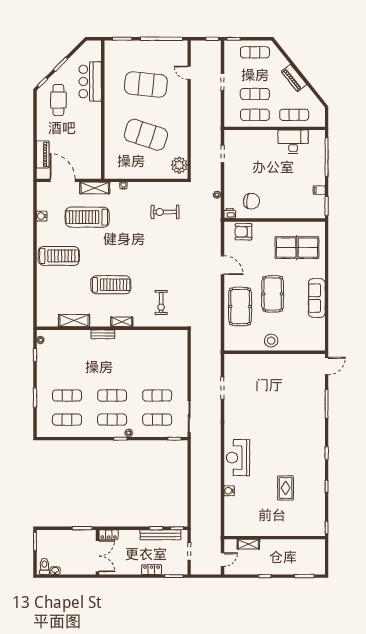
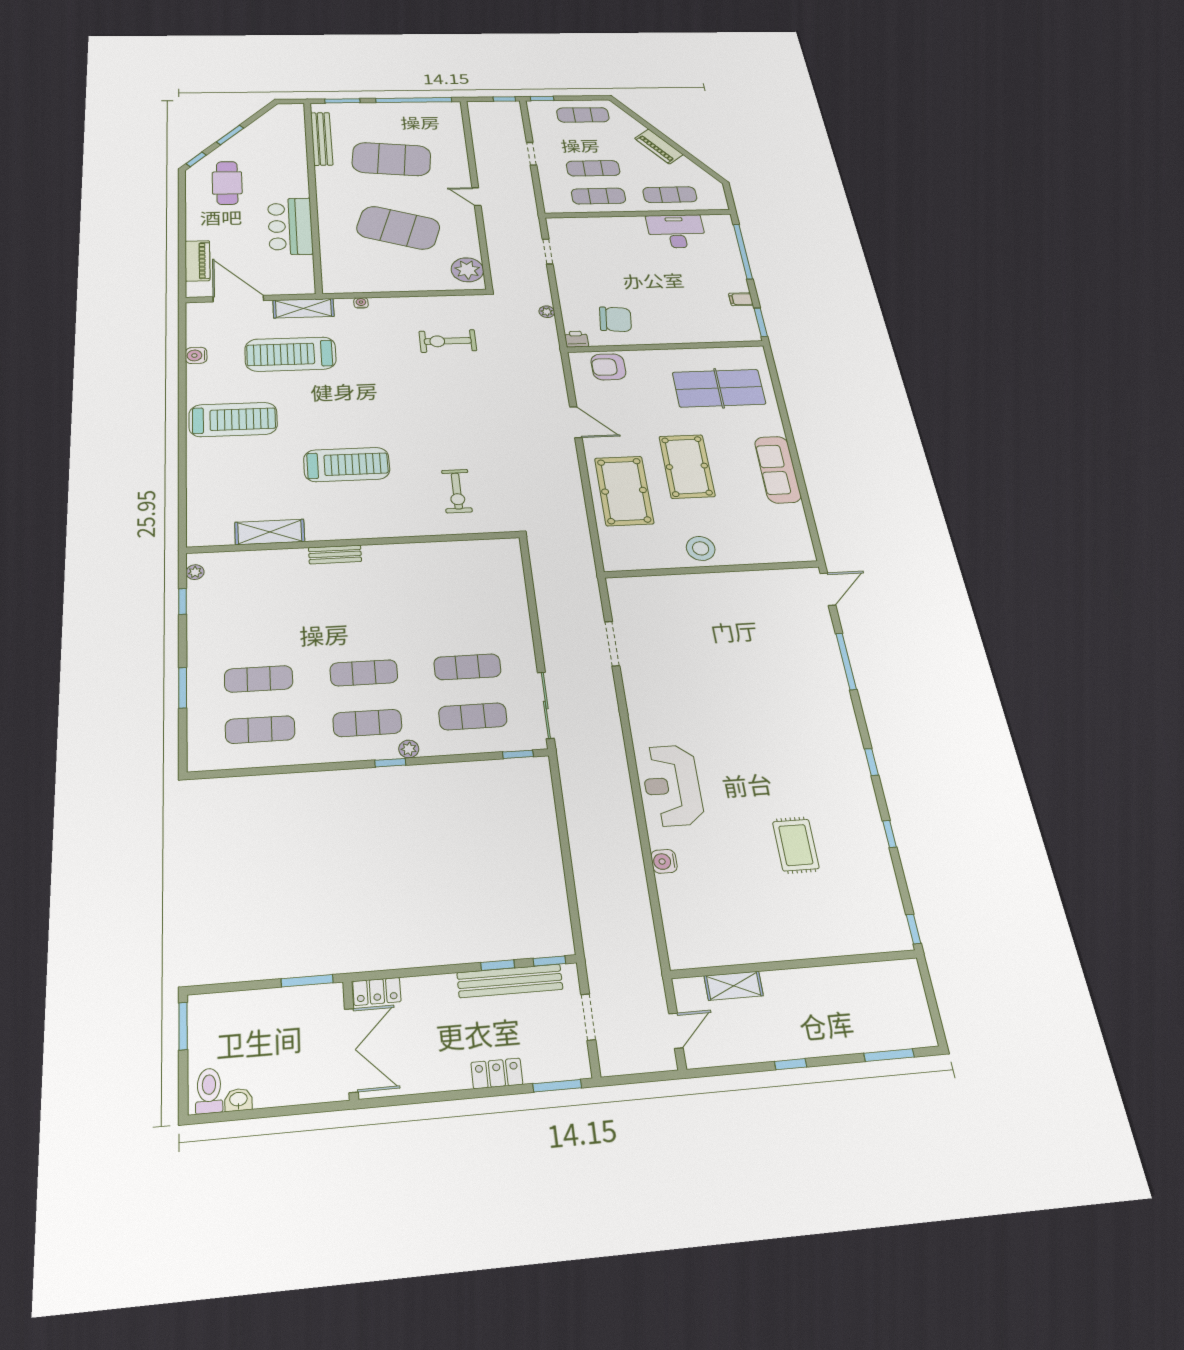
bench: (109, 68) -> (322, 139), added
door: (189, 73) -> (477, 197), moved
bar counter: (90, 81) -> (290, 226), moved
shelving: (122, 322) -> (375, 529), removed

